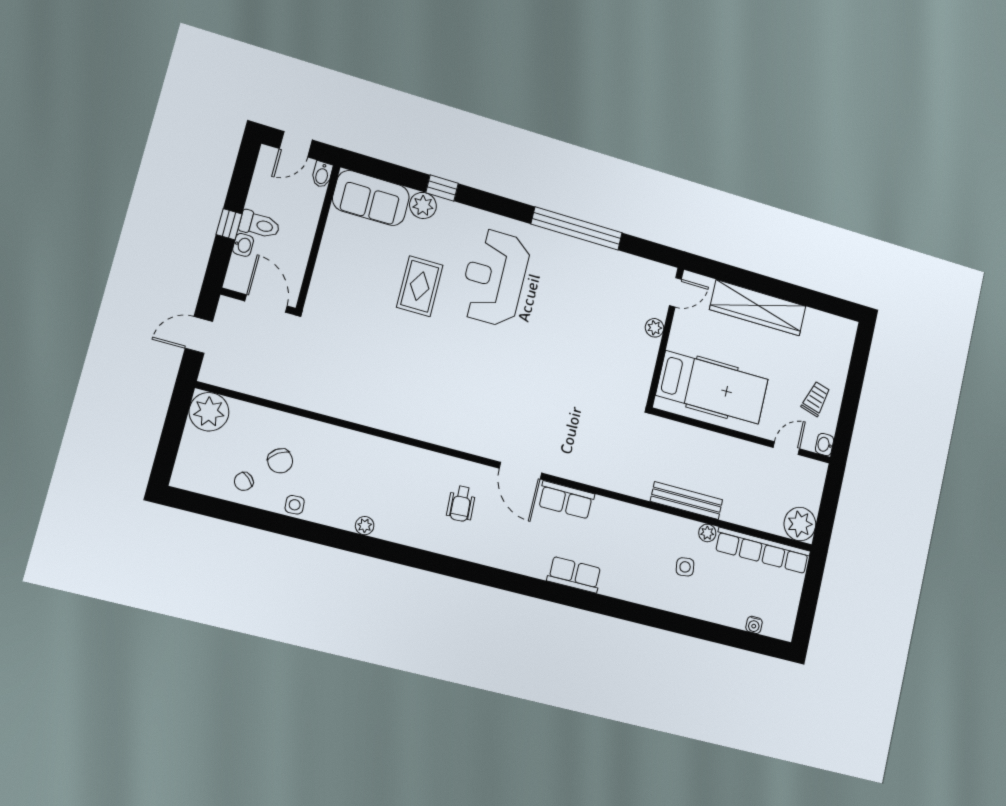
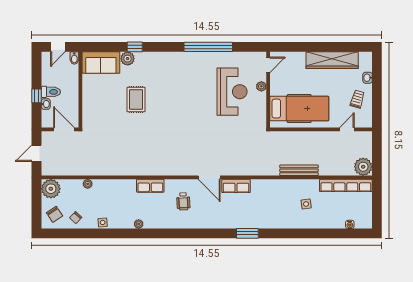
reception desk: (495, 278) -> (232, 92), moved, turned 180
wardrobe: (758, 308) -> (332, 60), moved
washbasin: (825, 445) -> (368, 78), moved
chair: (280, 461) -> (55, 214), moved
plant: (707, 533) -> (88, 184), moved
row of seats: (574, 575) -> (150, 186), moved, turned 180
window: (566, 596) -> (247, 233), added

